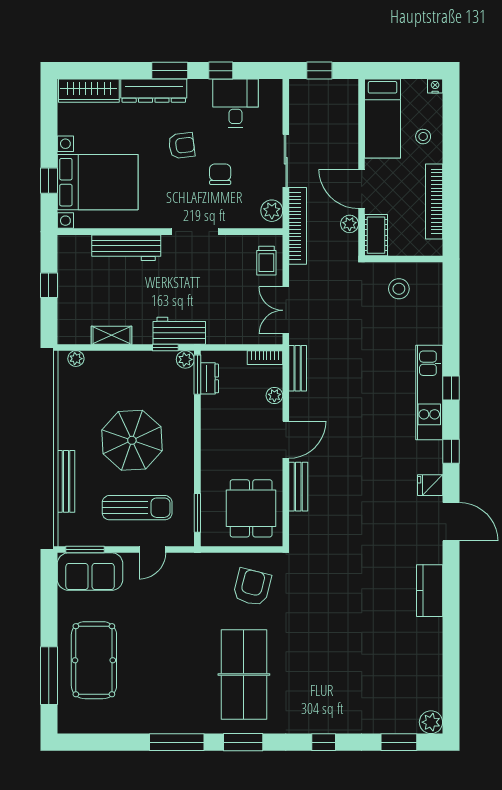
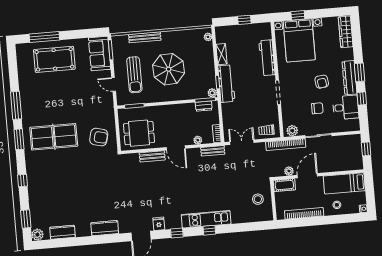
dresser: (154, 91) -> (350, 78), moved
chair: (220, 174) -> (317, 108), moved
workbench: (179, 331) -> (226, 84), width x1.38
kitchen counter: (431, 673) -> (62, 232), added

